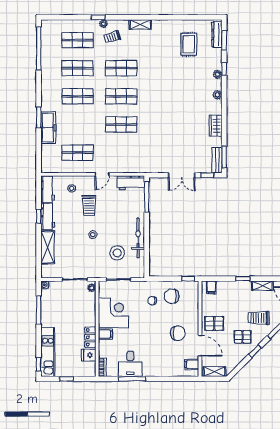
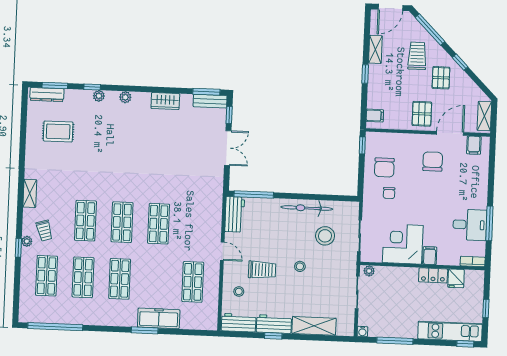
trolley: (259, 318) -> (417, 56), turned 180

